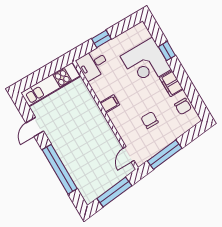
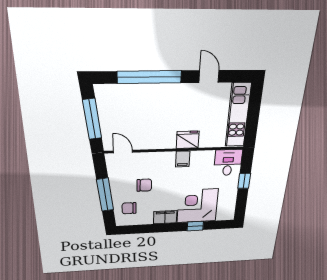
chair: (183, 106) -> (129, 208), moved
fridge: (92, 110) -> (188, 140), added
window: (165, 155) -> (105, 195), moved

